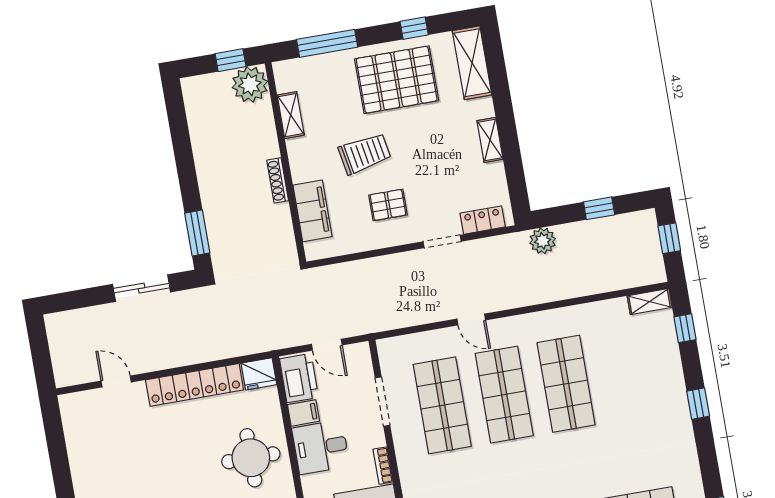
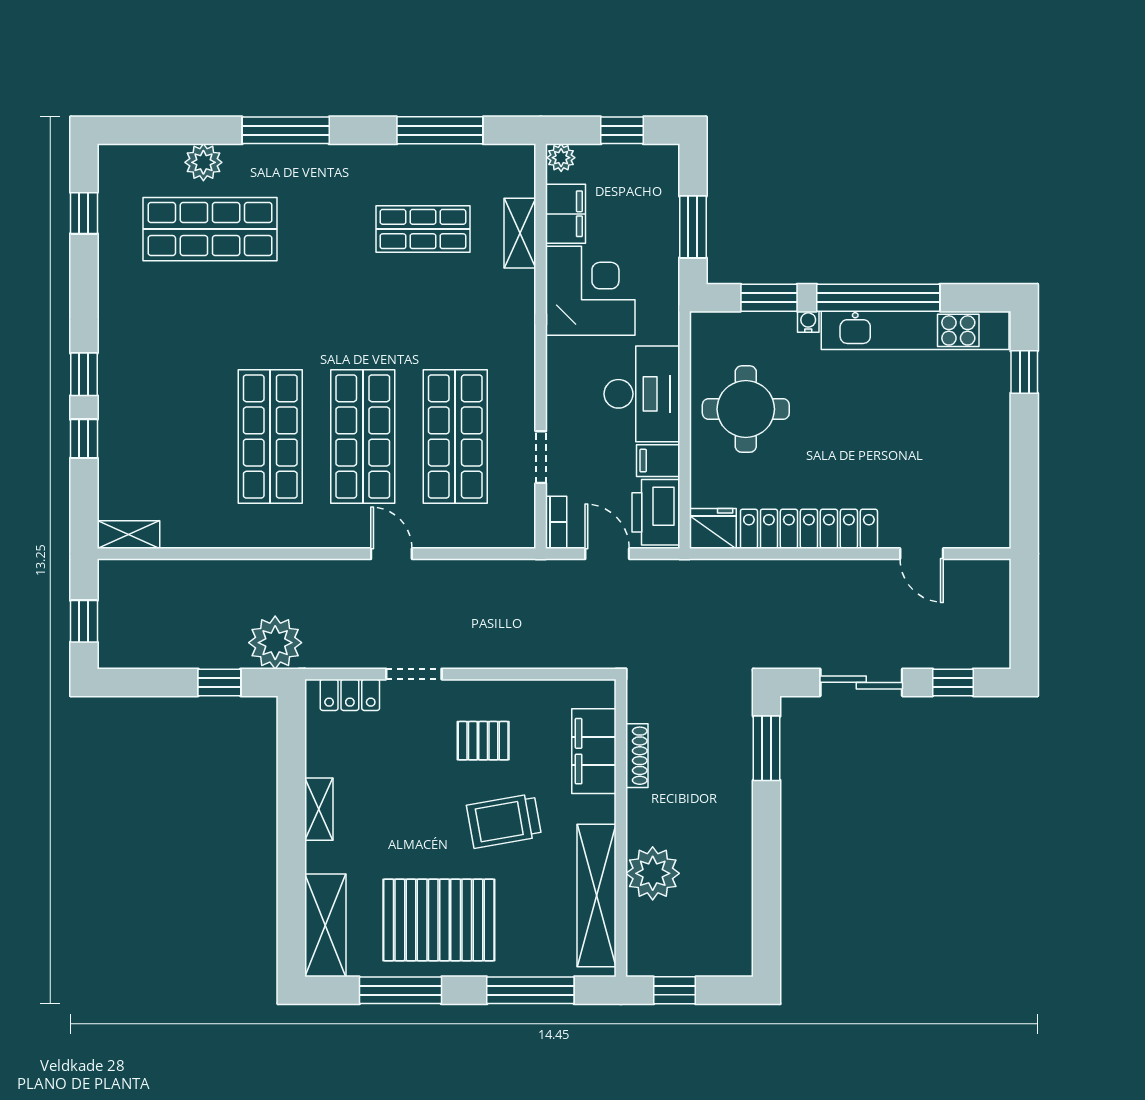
window: (414, 28) -> (400, 990), width x2.17
plant: (250, 84) -> (653, 873), moved
shelving: (291, 115) -> (596, 896), width x2.20, depth x1.33
shoe rack: (278, 180) -> (637, 756), moved
window: (599, 208) -> (219, 682), moved
plant: (543, 241) -> (275, 643), width x1.36, depth x1.36
window: (80, 299) -> (953, 682), added
window: (685, 328) -> (84, 439), moved
doorway: (383, 402) -> (541, 457), width x0.73
desk: (321, 447) -> (642, 394), width x1.37
bookcase: (383, 466) -> (556, 522), moved

